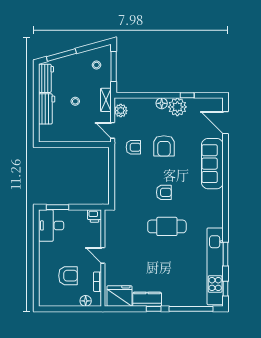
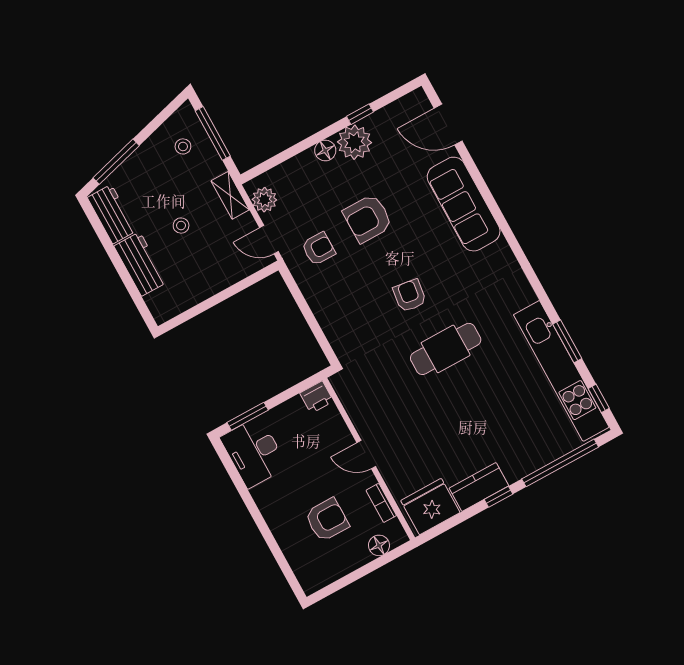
armchair: (164, 146) -> (368, 219), turned 90
armchair: (164, 192) -> (410, 296), turned -82

